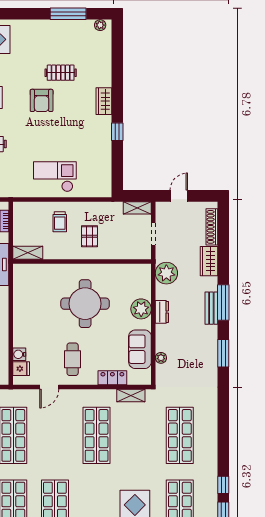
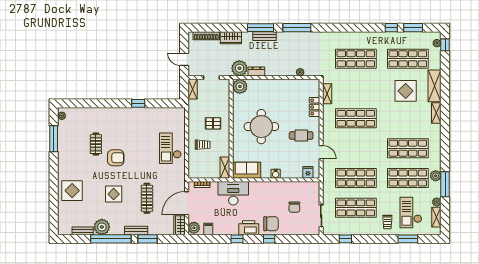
wardrobe: (104, 101) -> (116, 113), removed
plant: (141, 309) -> (240, 86), moved
dresser: (162, 312) -> (256, 71), moved
sofa: (140, 349) -> (247, 170), moved, turned 180
window: (223, 353) -> (297, 28), width x1.44
water cooler: (19, 354) -> (276, 174), moved

